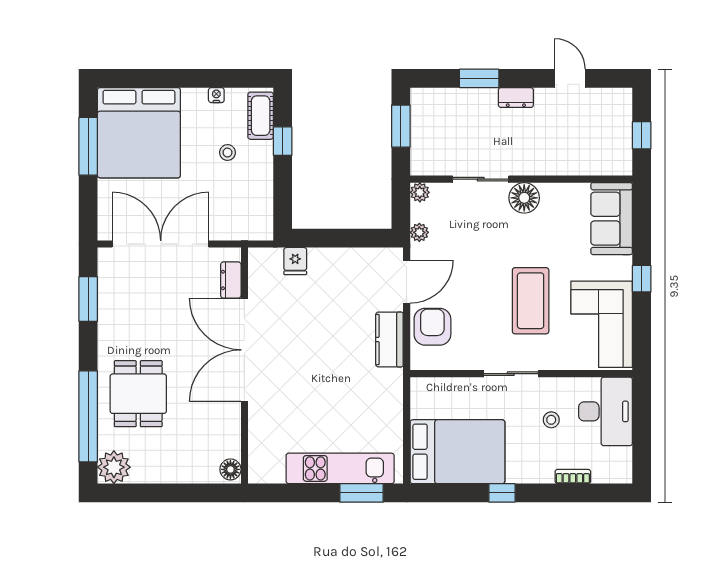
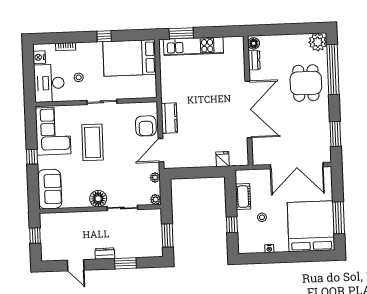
cot: (261, 116) -> (243, 197), moved
dresser: (231, 280) -> (254, 60), moved
nightstand: (622, 459) -> (39, 57), added

